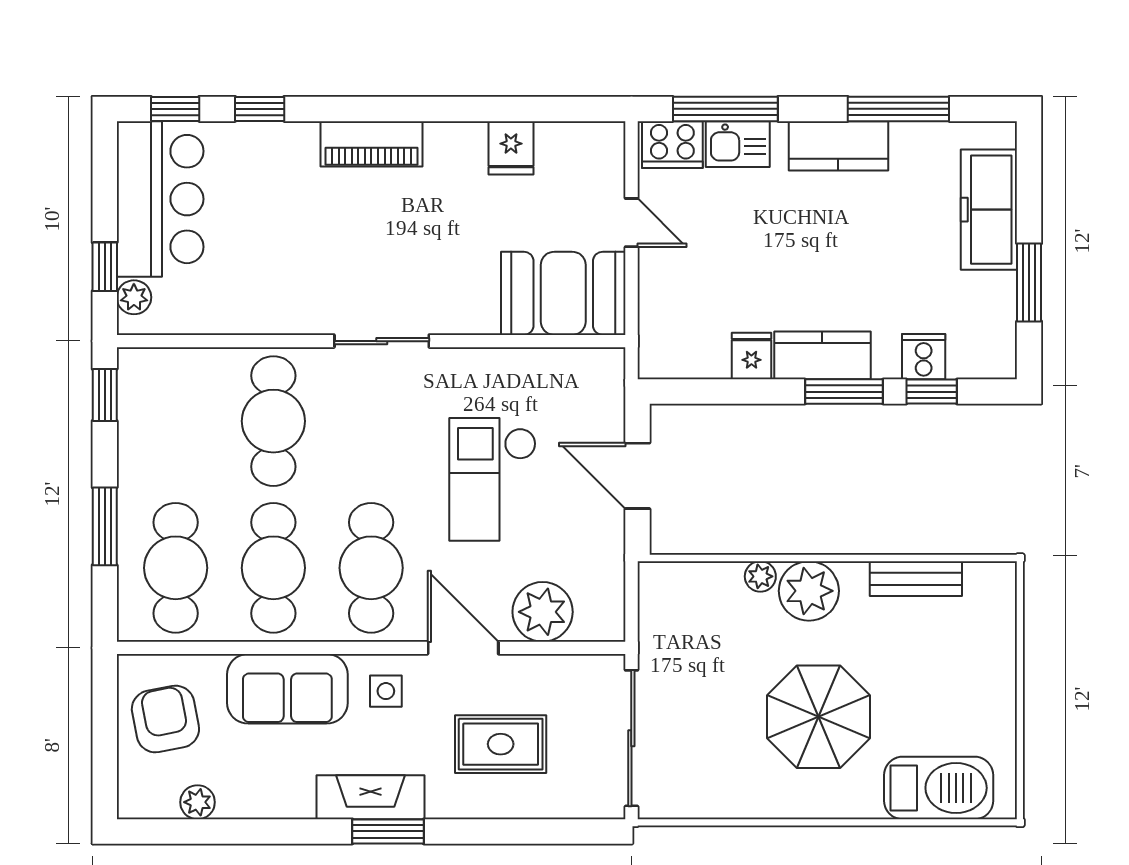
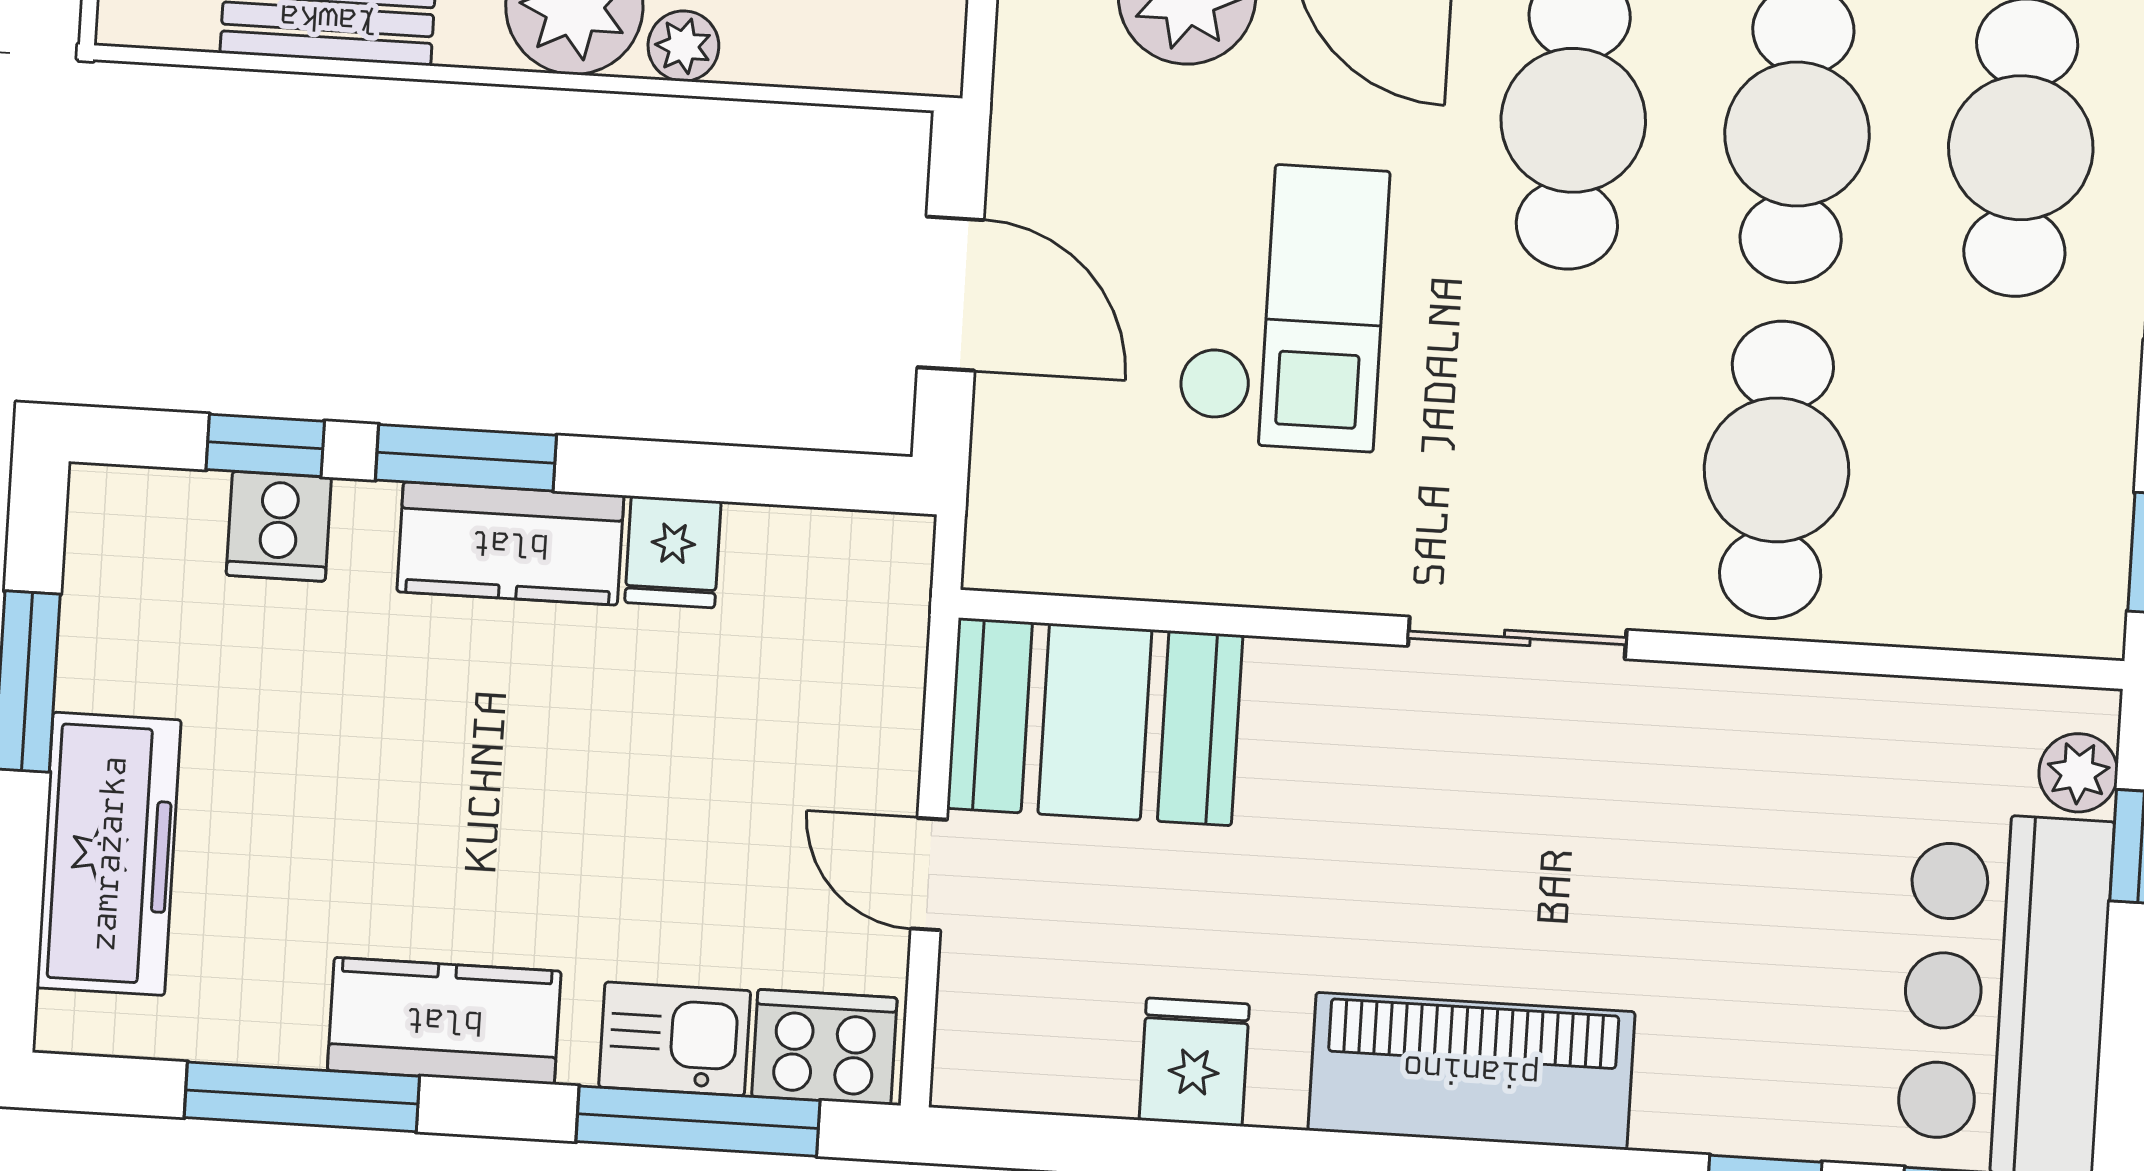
piano: (371, 144) -> (1471, 1071), width x1.37, depth x1.33

